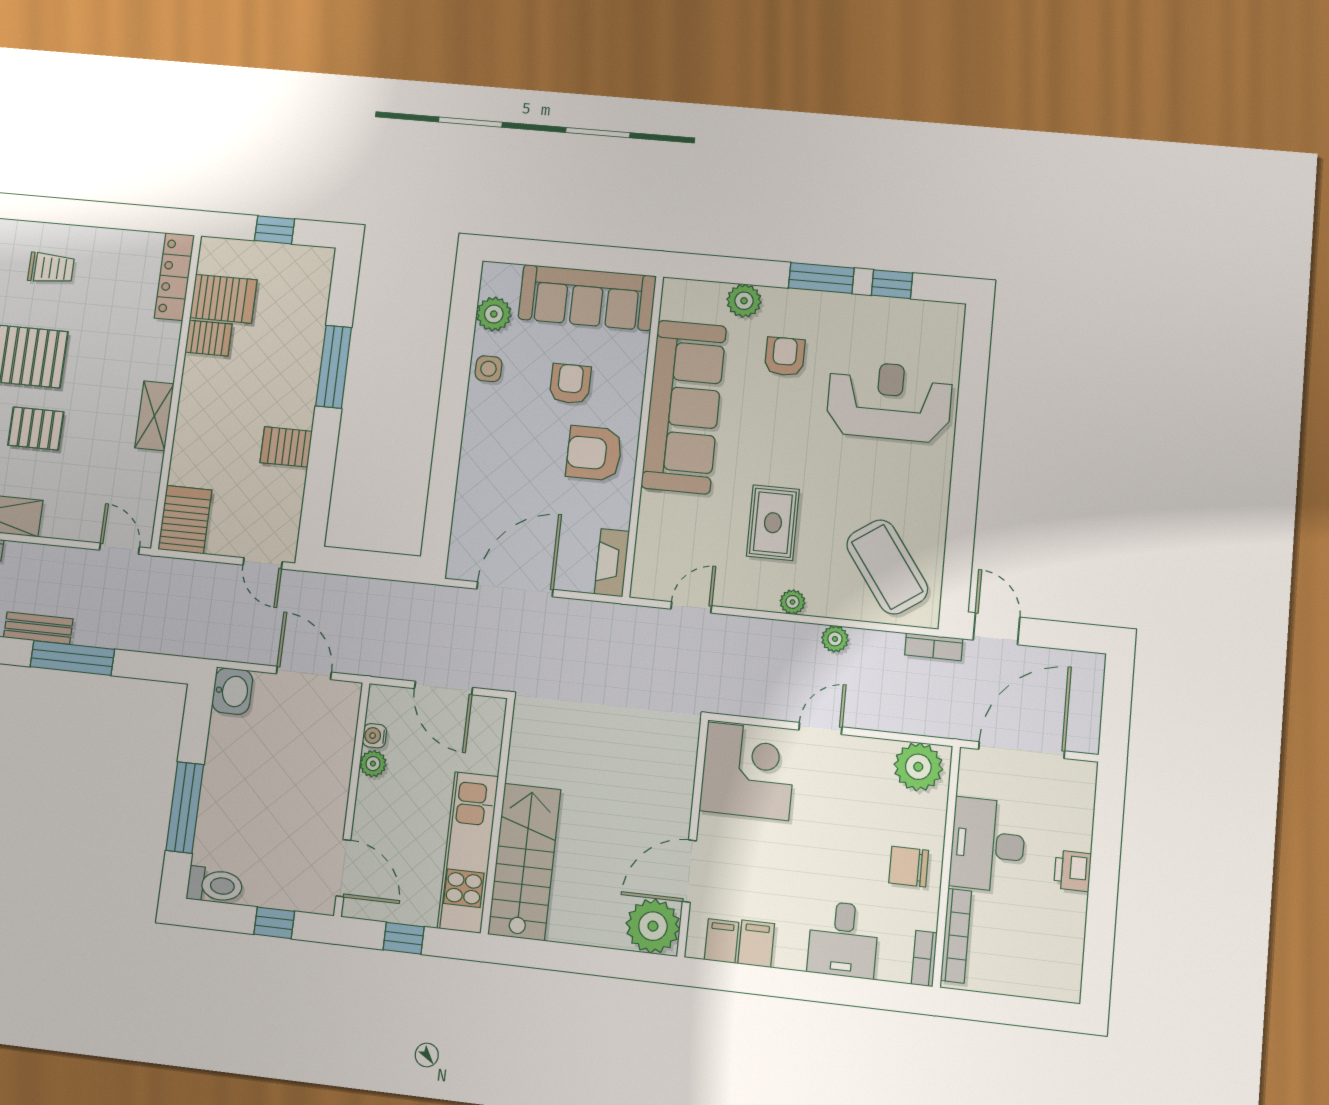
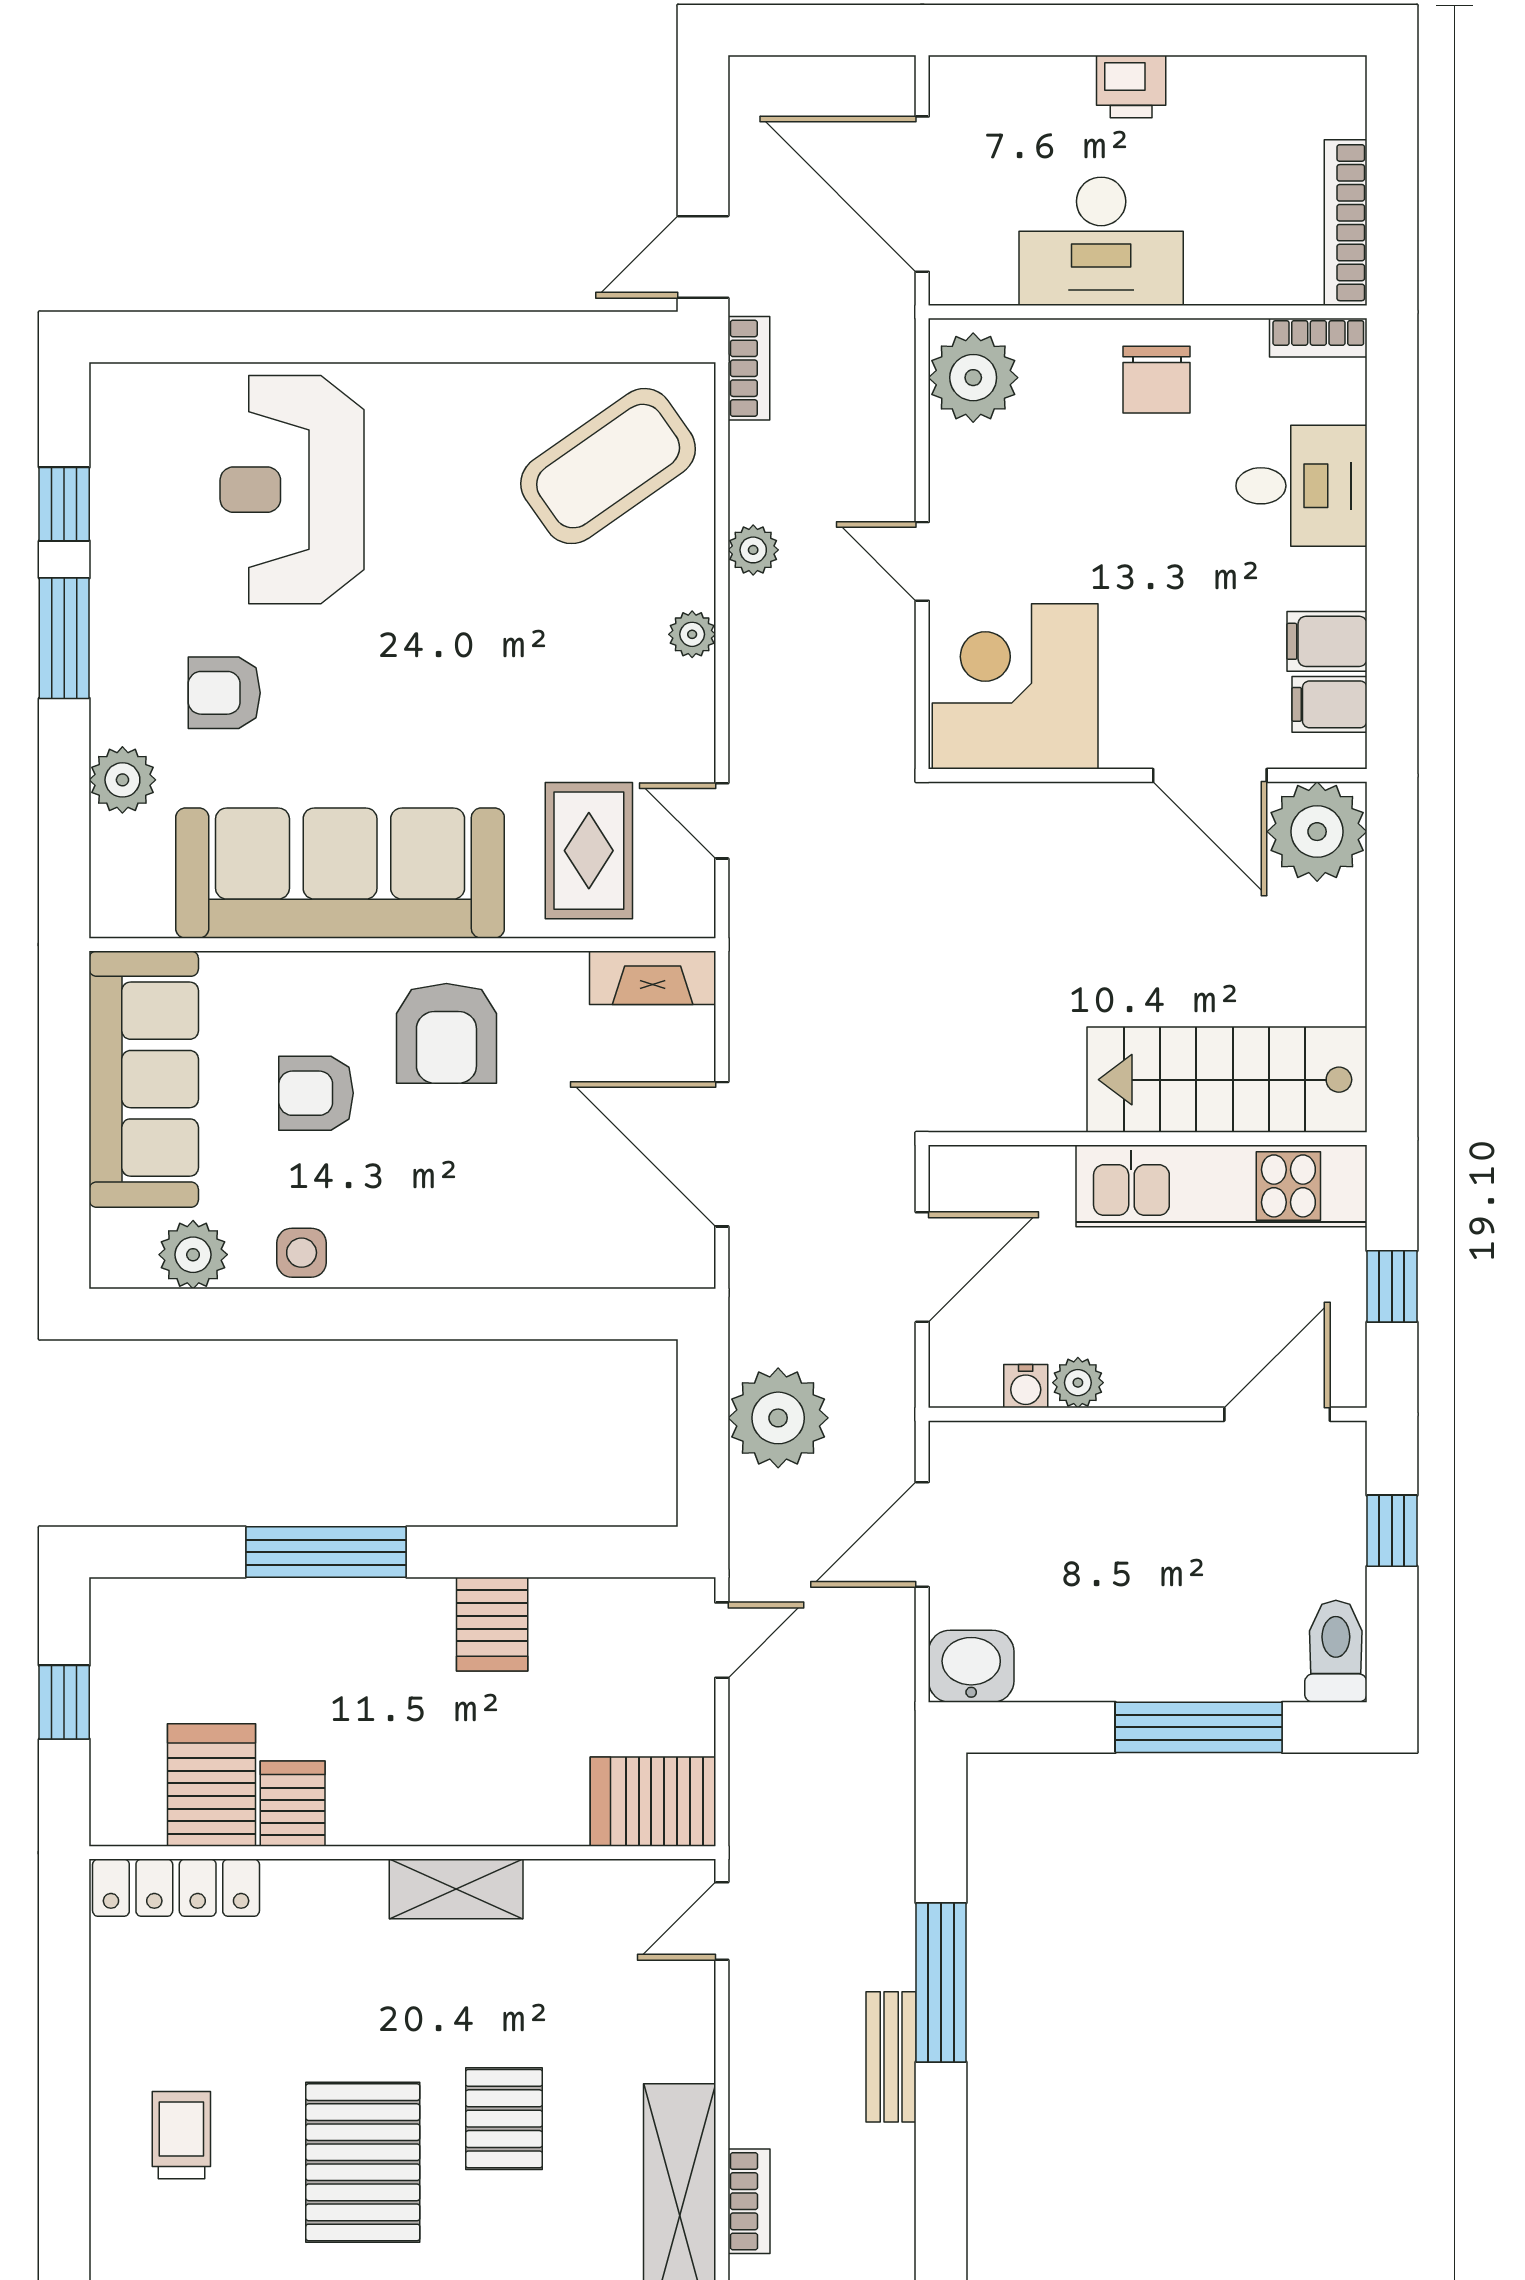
rug: (773, 523) -> (589, 851), moved, turned 90
plant: (374, 604) -> (778, 1418), added
bookcase: (956, 936) -> (1346, 223), moved, turned -90

